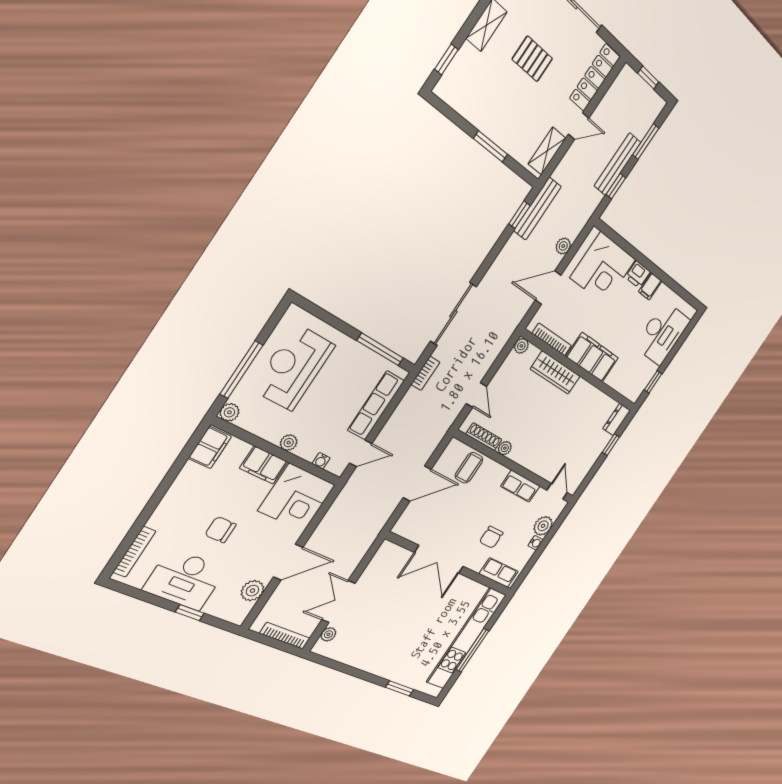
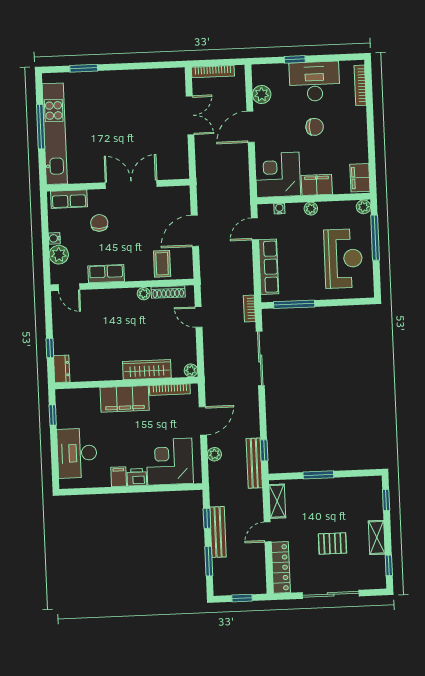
plant: (328, 634) -> (179, 87), removed

